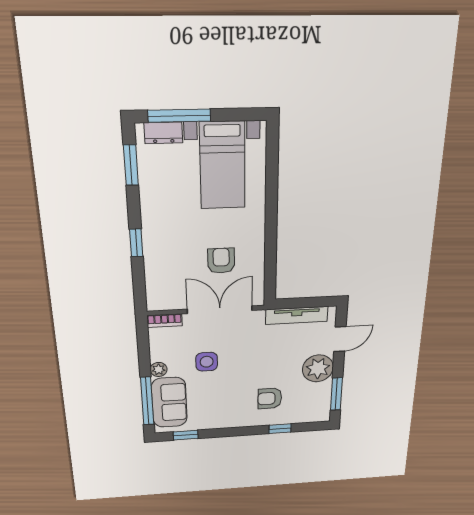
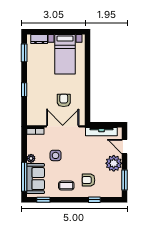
window: (179, 116) -> (46, 32), removed
door: (340, 339) -> (125, 147), swing flipped
coffee table: (228, 410) -> (66, 186), added

